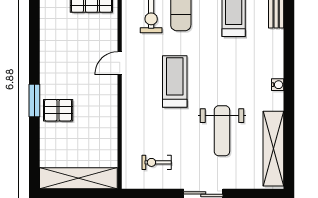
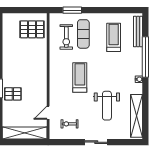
window: (289, 46) -> (145, 57), added
door: (120, 63) -> (48, 113), moved

